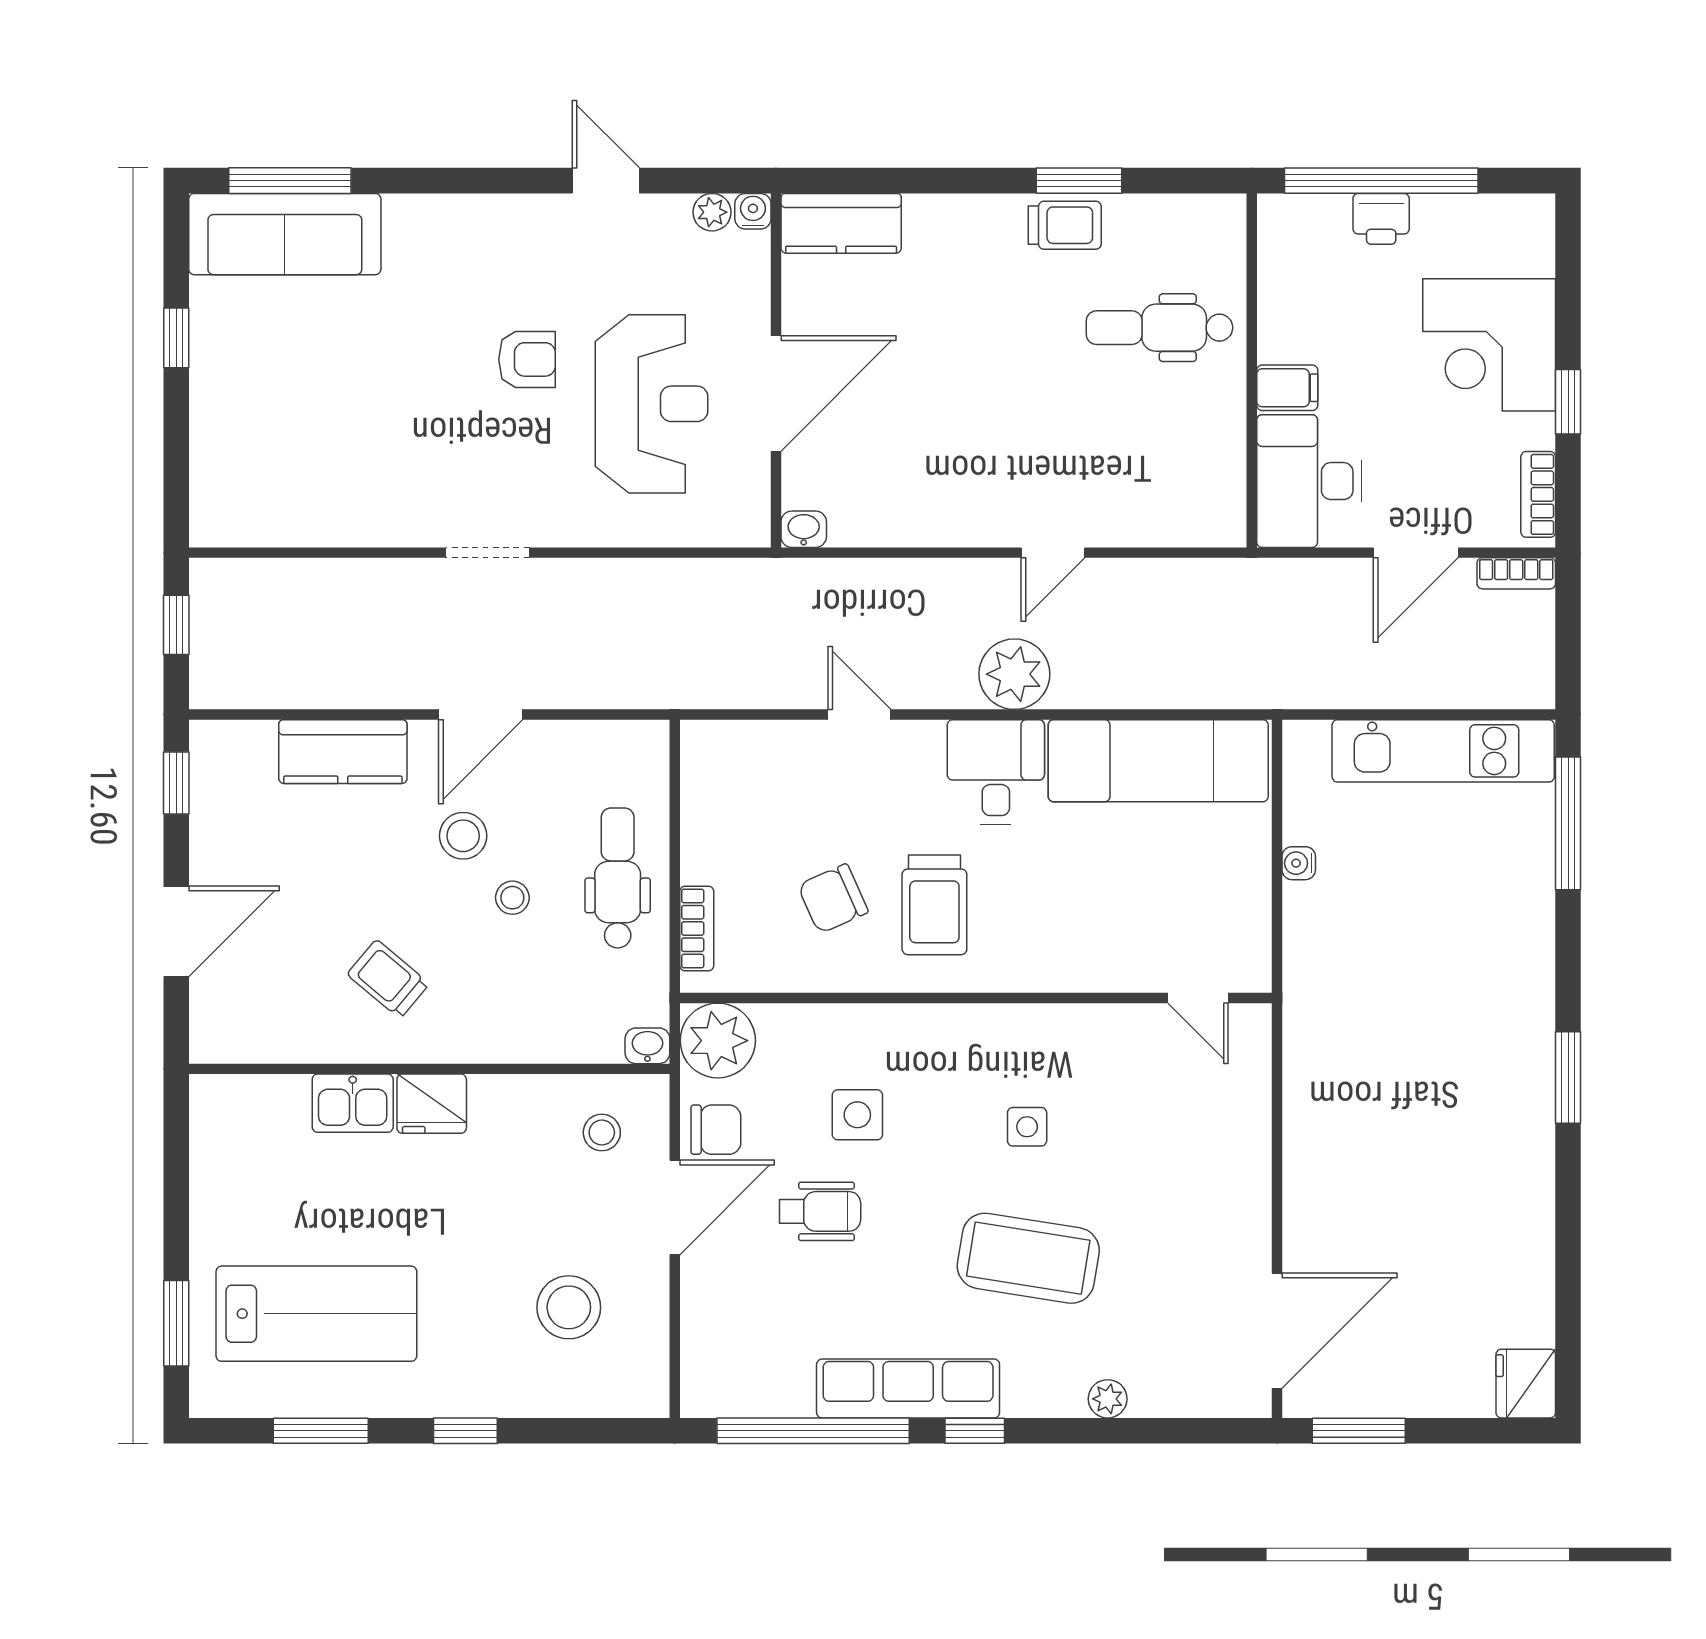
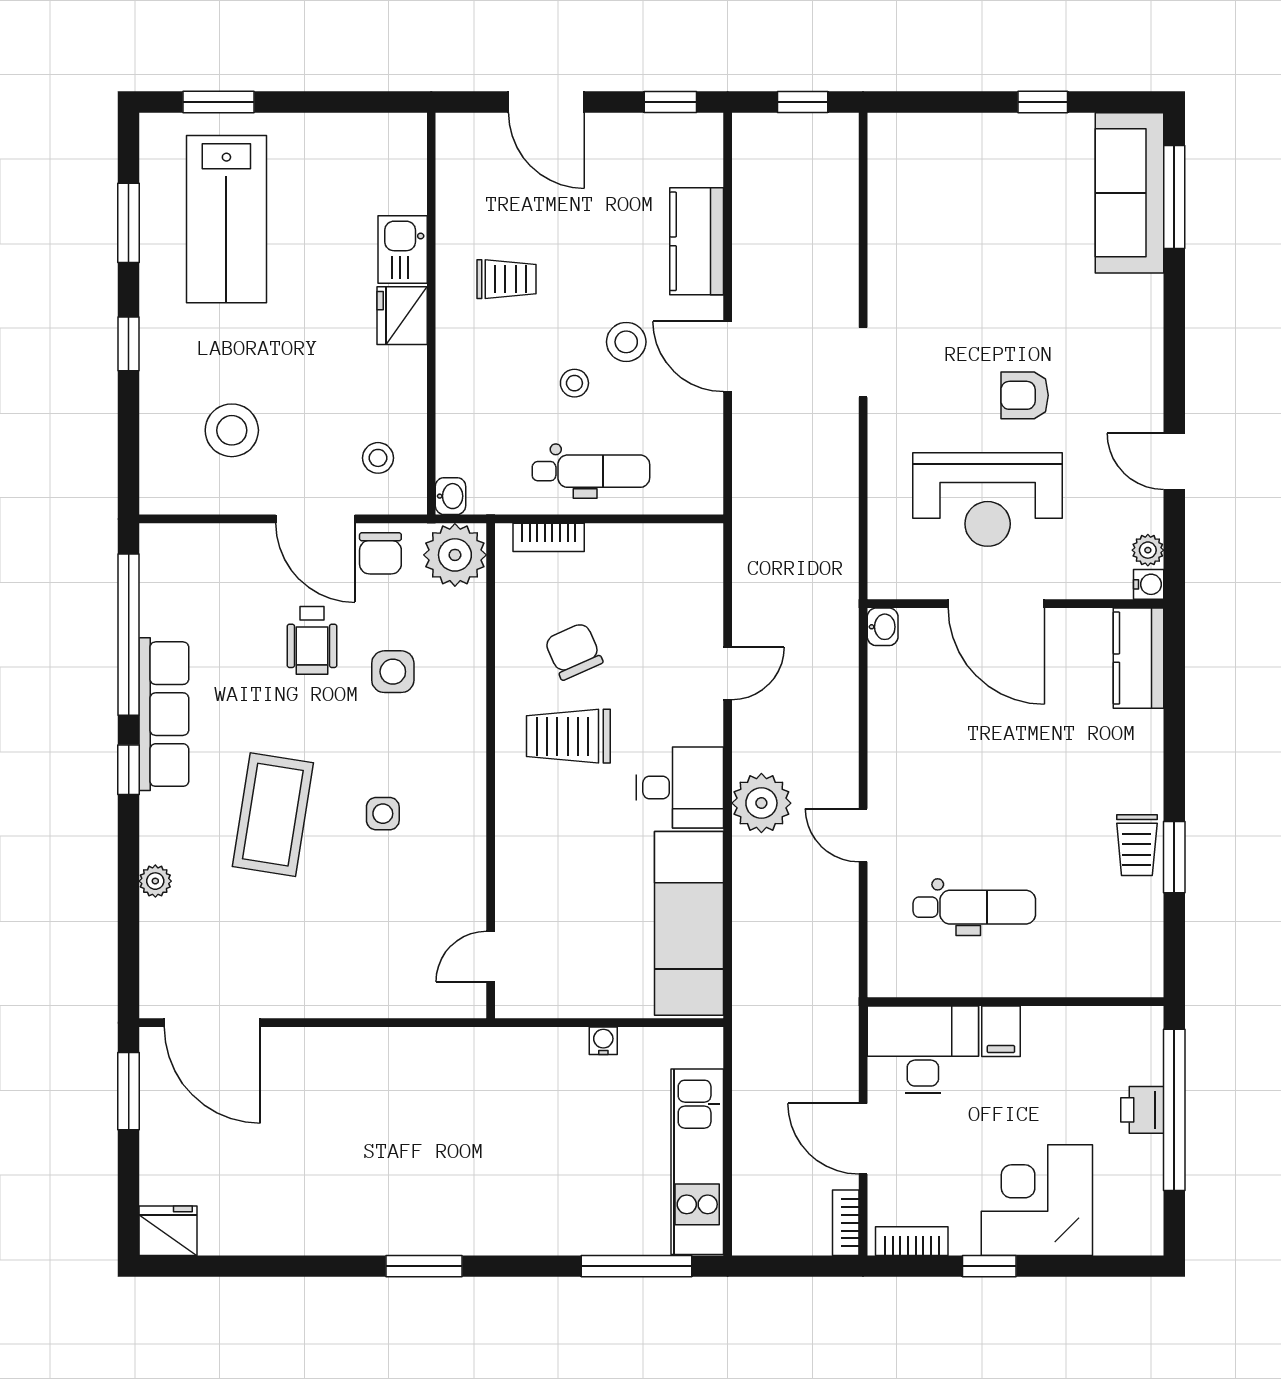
door: (606, 181) -> (1174, 461), swing flipped
dental chair: (1159, 328) -> (974, 907), moved, turned 90
armchair: (527, 359) -> (1025, 395), turned 90
trolley: (388, 979) -> (506, 279), turned 50

